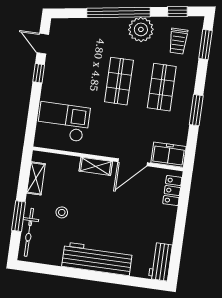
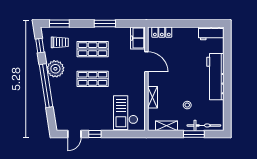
shelving: (96, 166) -> (153, 97), moved

